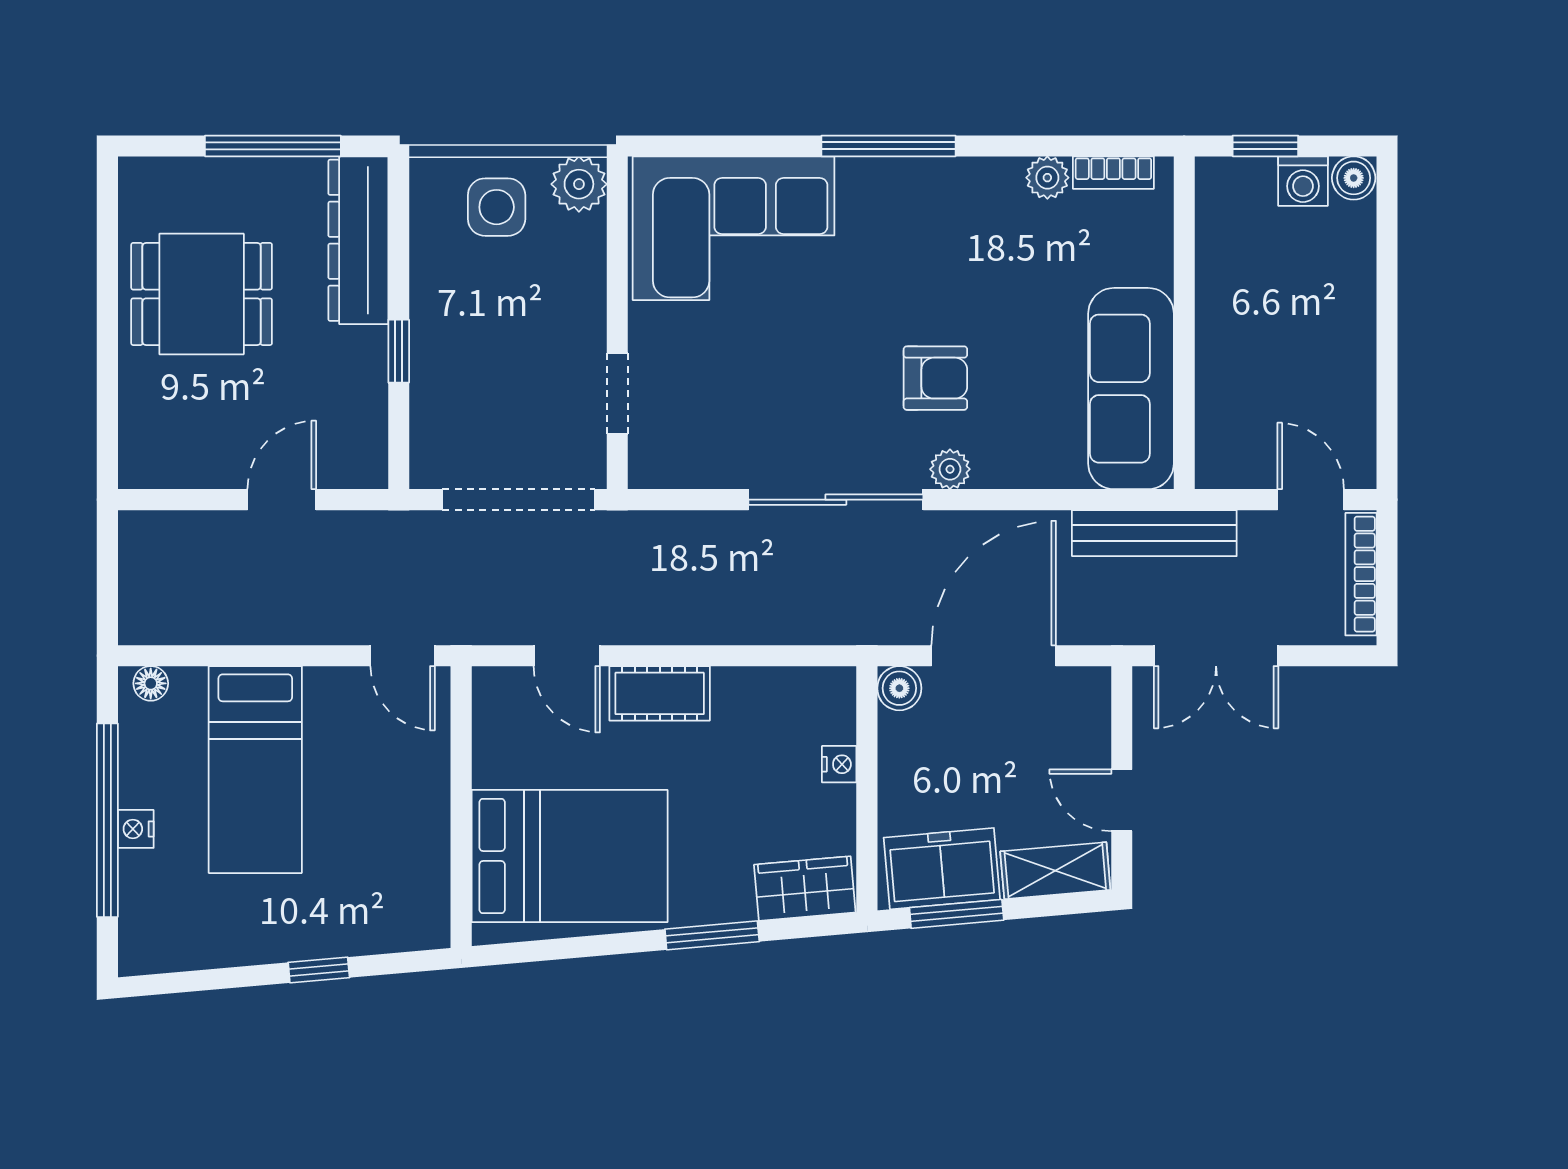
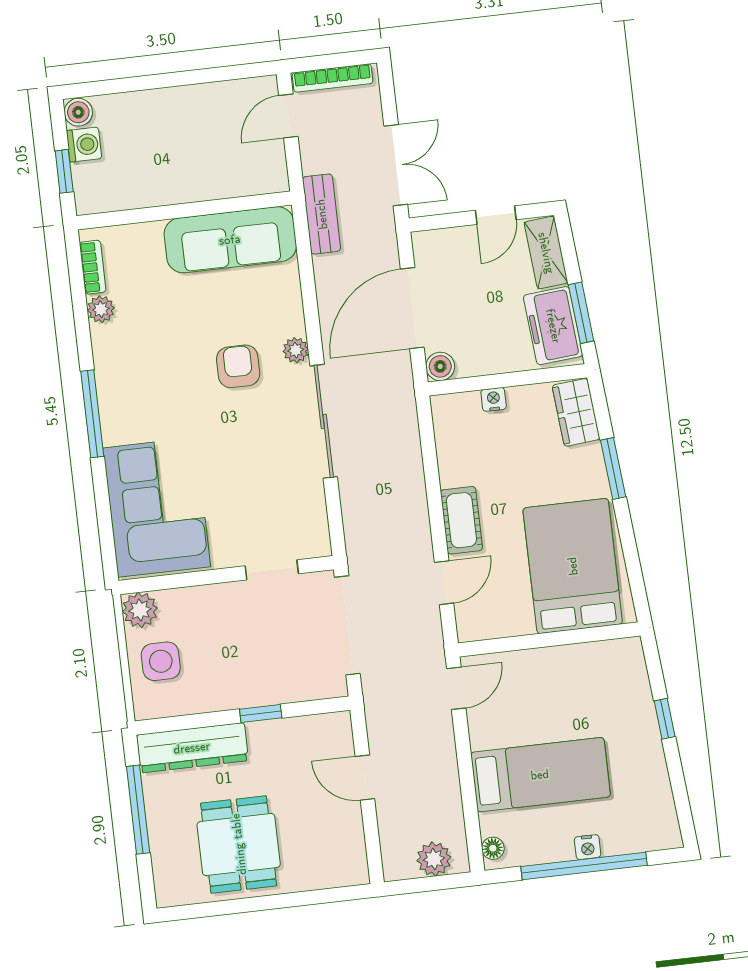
bench: (1154, 533) -> (322, 214), width x0.73
plant: (145, 591) -> (434, 859), added
door: (994, 656) -> (412, 308), hinge flipped

